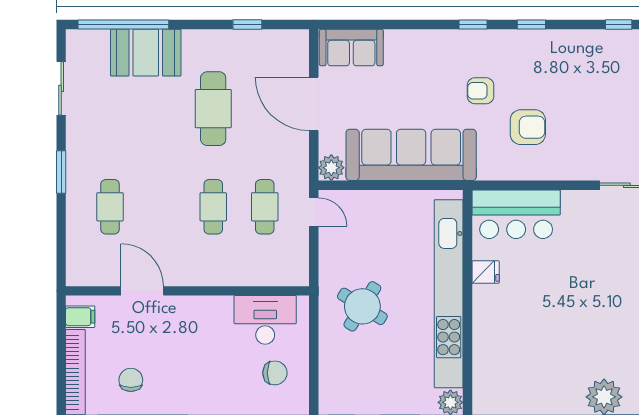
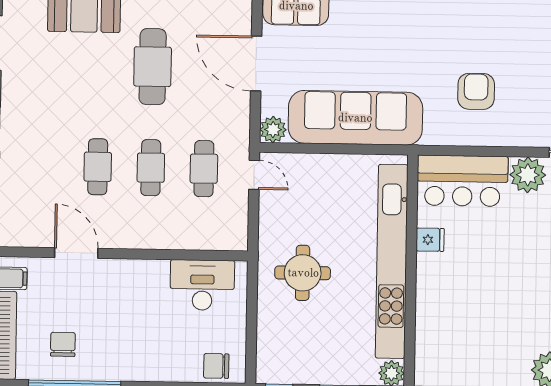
armchair: (481, 91) -> (428, 53), removed
armchair: (528, 127) -> (476, 91), turned -90
cafe table: (110, 207) -> (98, 167), moved
plant: (579, 207) -> (528, 175), added
round table: (362, 306) -> (303, 273), turned -32
chair: (275, 373) -> (216, 366), moved, turned 180

